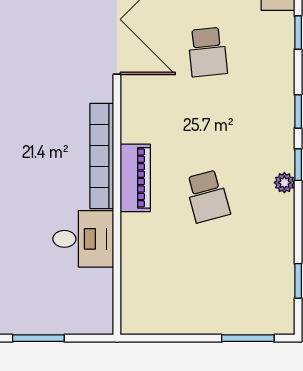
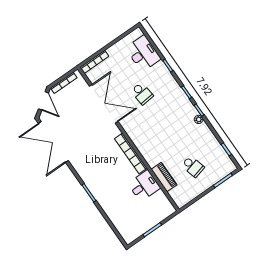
piano: (135, 178) -> (164, 177), moved
school desk: (207, 196) -> (193, 166), moved

